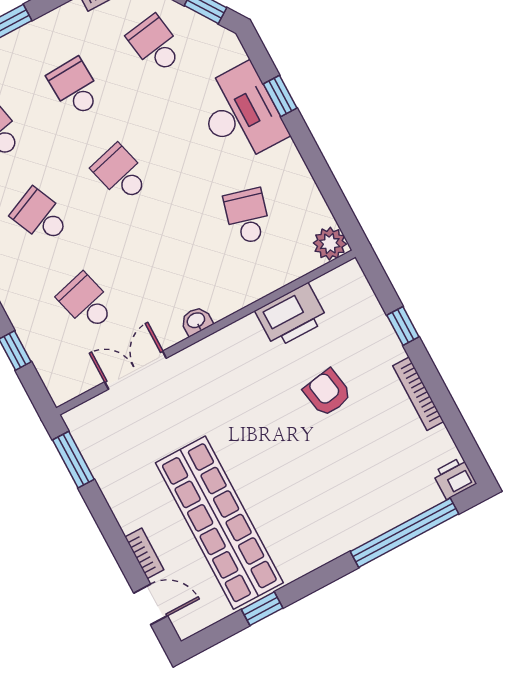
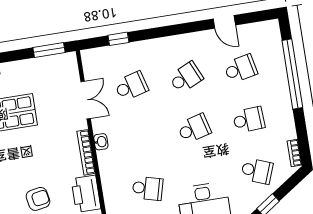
school desk: (155, 45) -> (257, 171), turned 30
bookcase: (222, 339) -> (86, 152), added

